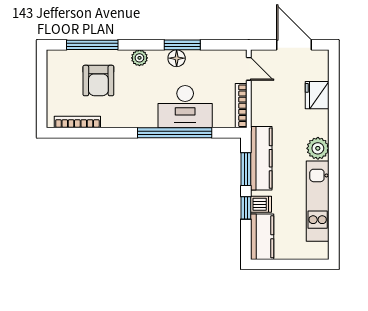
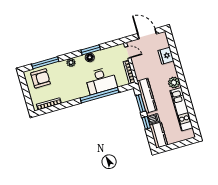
armchair: (98, 81) -> (41, 78), moved, turned -90

